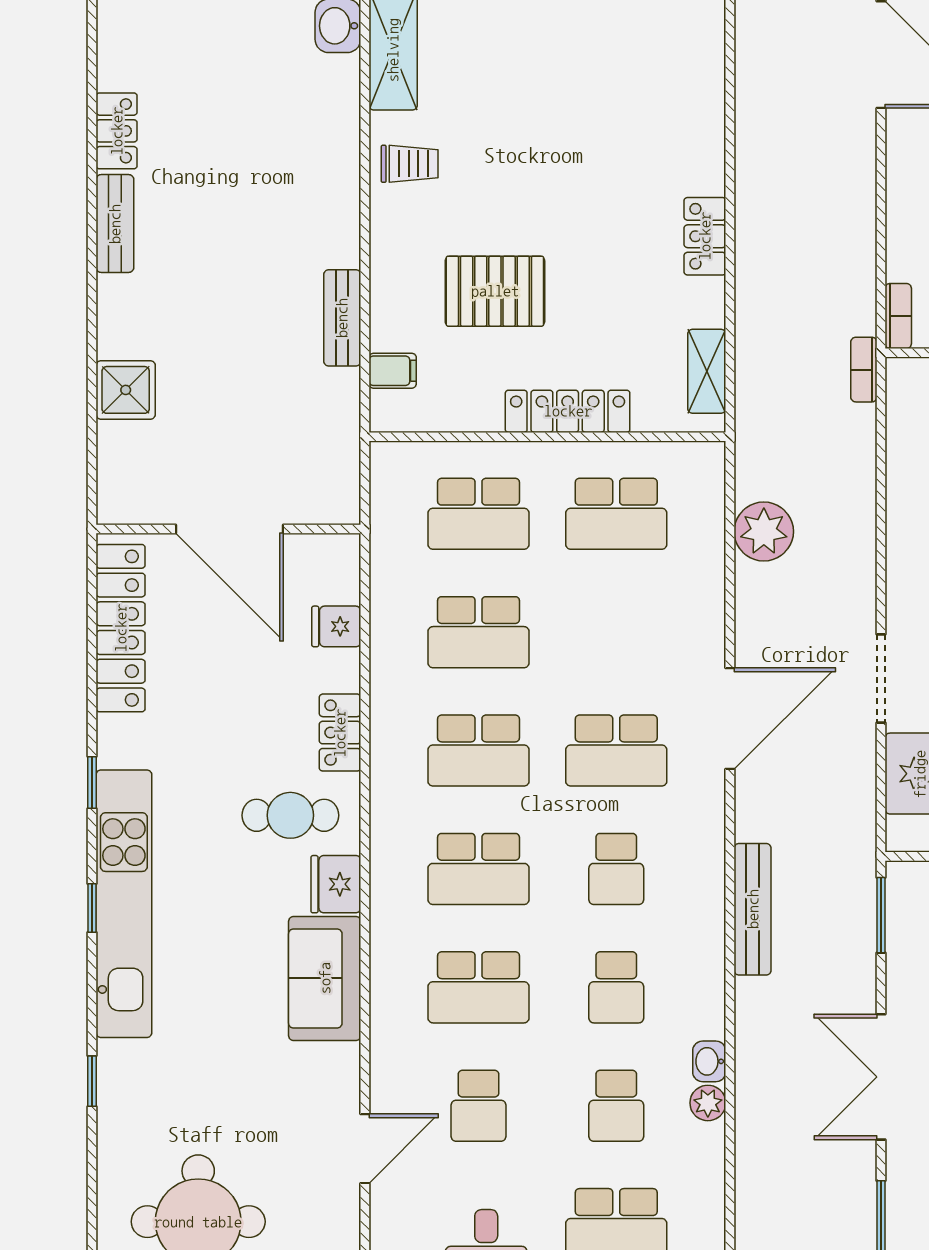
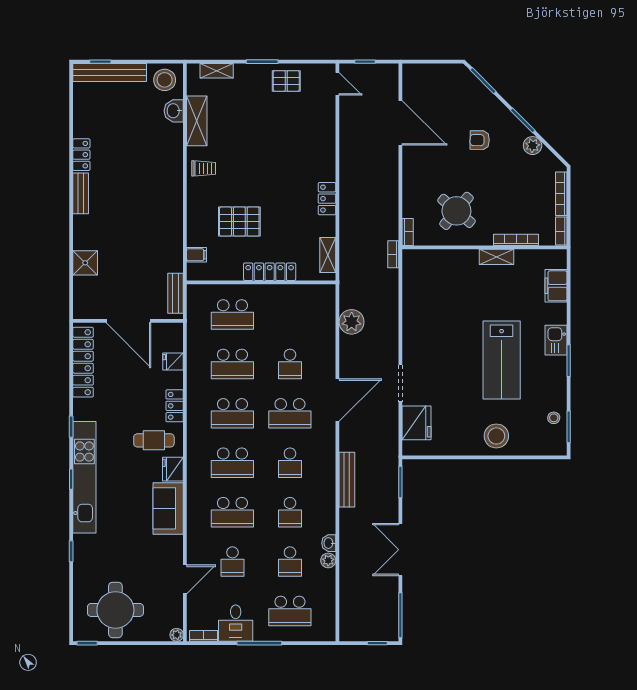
bench: (342, 318) -> (176, 293), moved
school desk: (616, 514) -> (290, 364), moved, width x0.54

